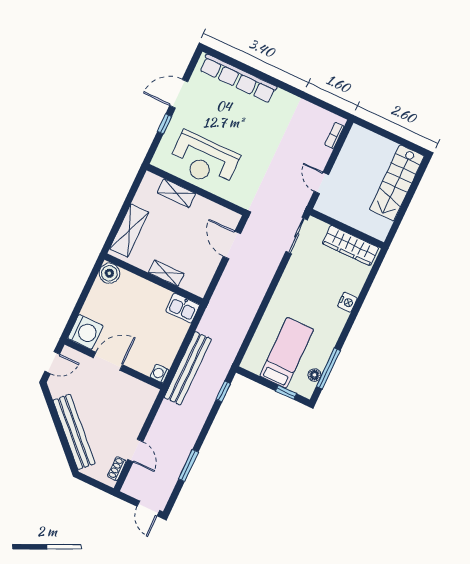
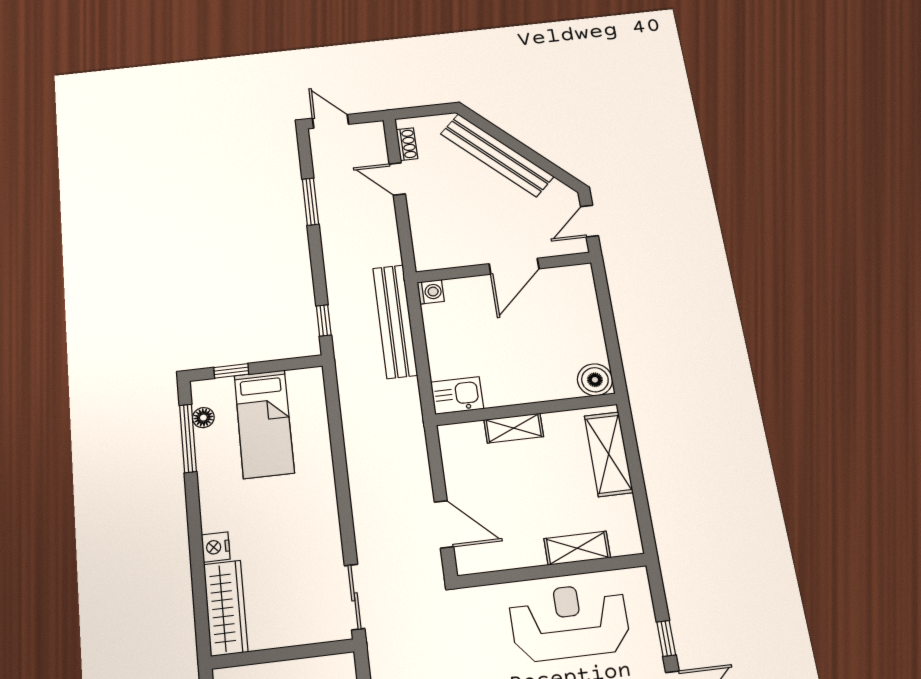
wardrobe: (350, 246) -> (226, 608), moved, turned 90
washing machine: (85, 332) -> (573, 285), removed

